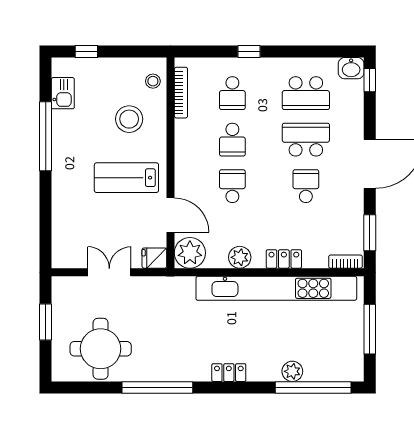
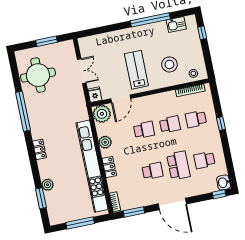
school desk: (306, 93) -> (204, 160), width x0.54
school desk: (232, 140) -> (170, 124), turned 180
window: (313, 387) -> (41, 198), width x0.47

